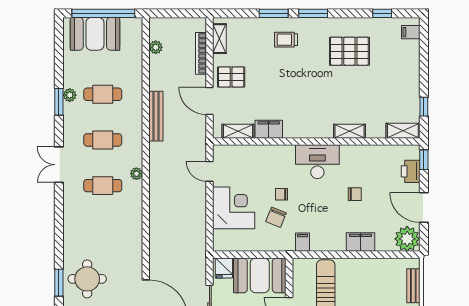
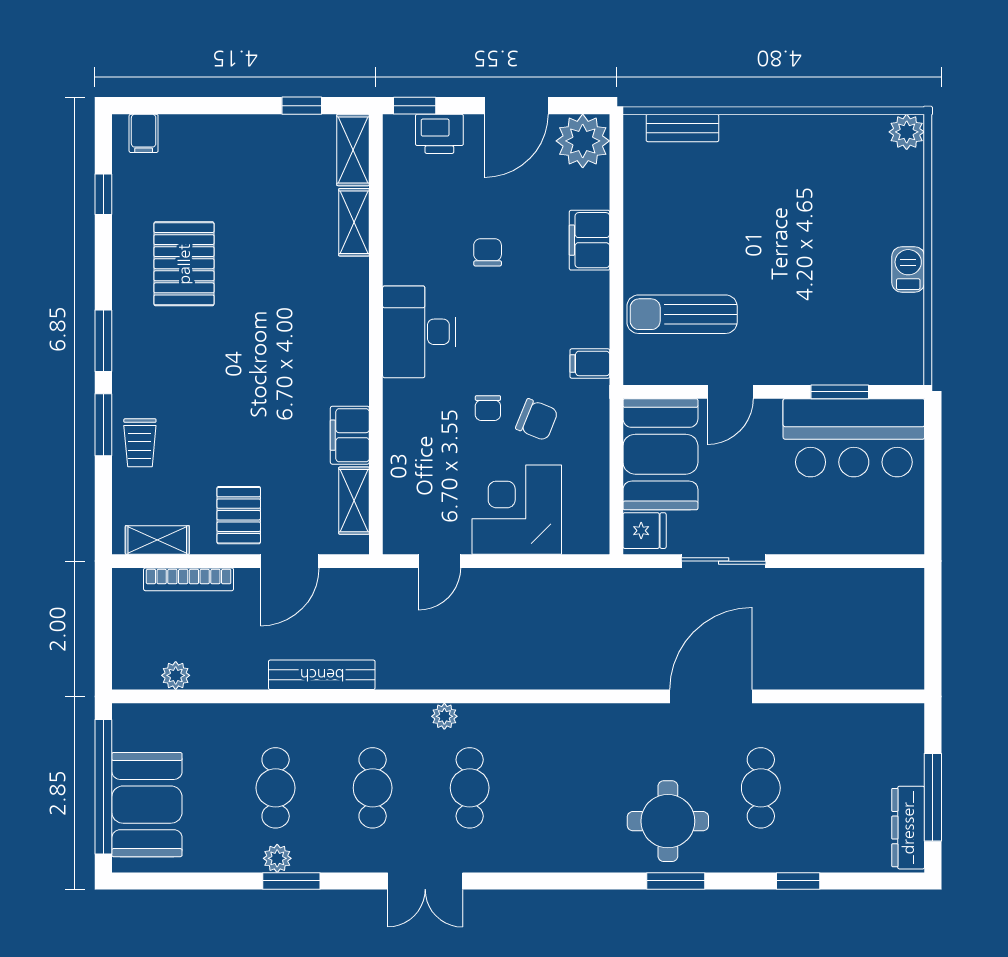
trolley: (286, 40) -> (140, 443), moved
shelving: (350, 131) -> (354, 222), moved

